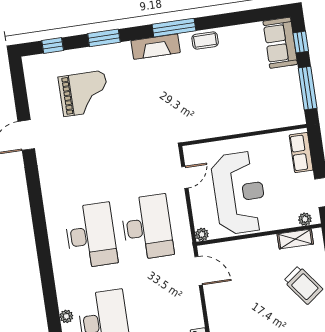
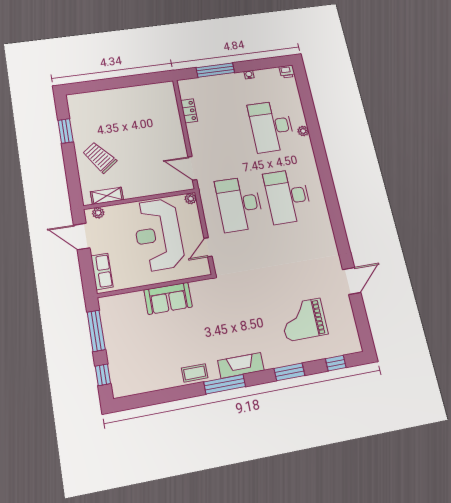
sofa: (280, 43) -> (168, 298), moved, turned 90

